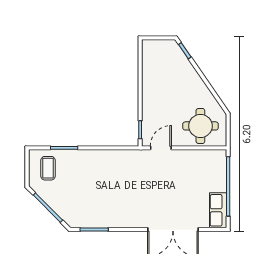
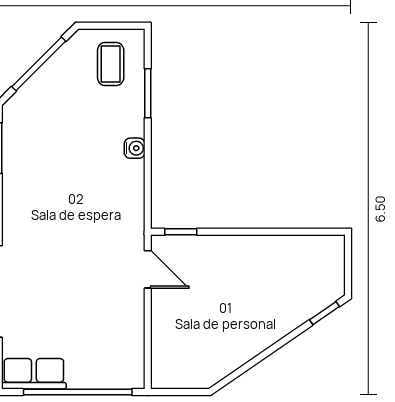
round table: (200, 126) -> (188, 342), removed
water cooler: (94, 155) -> (135, 148), added
coffee table: (48, 168) -> (111, 64), turned 90

